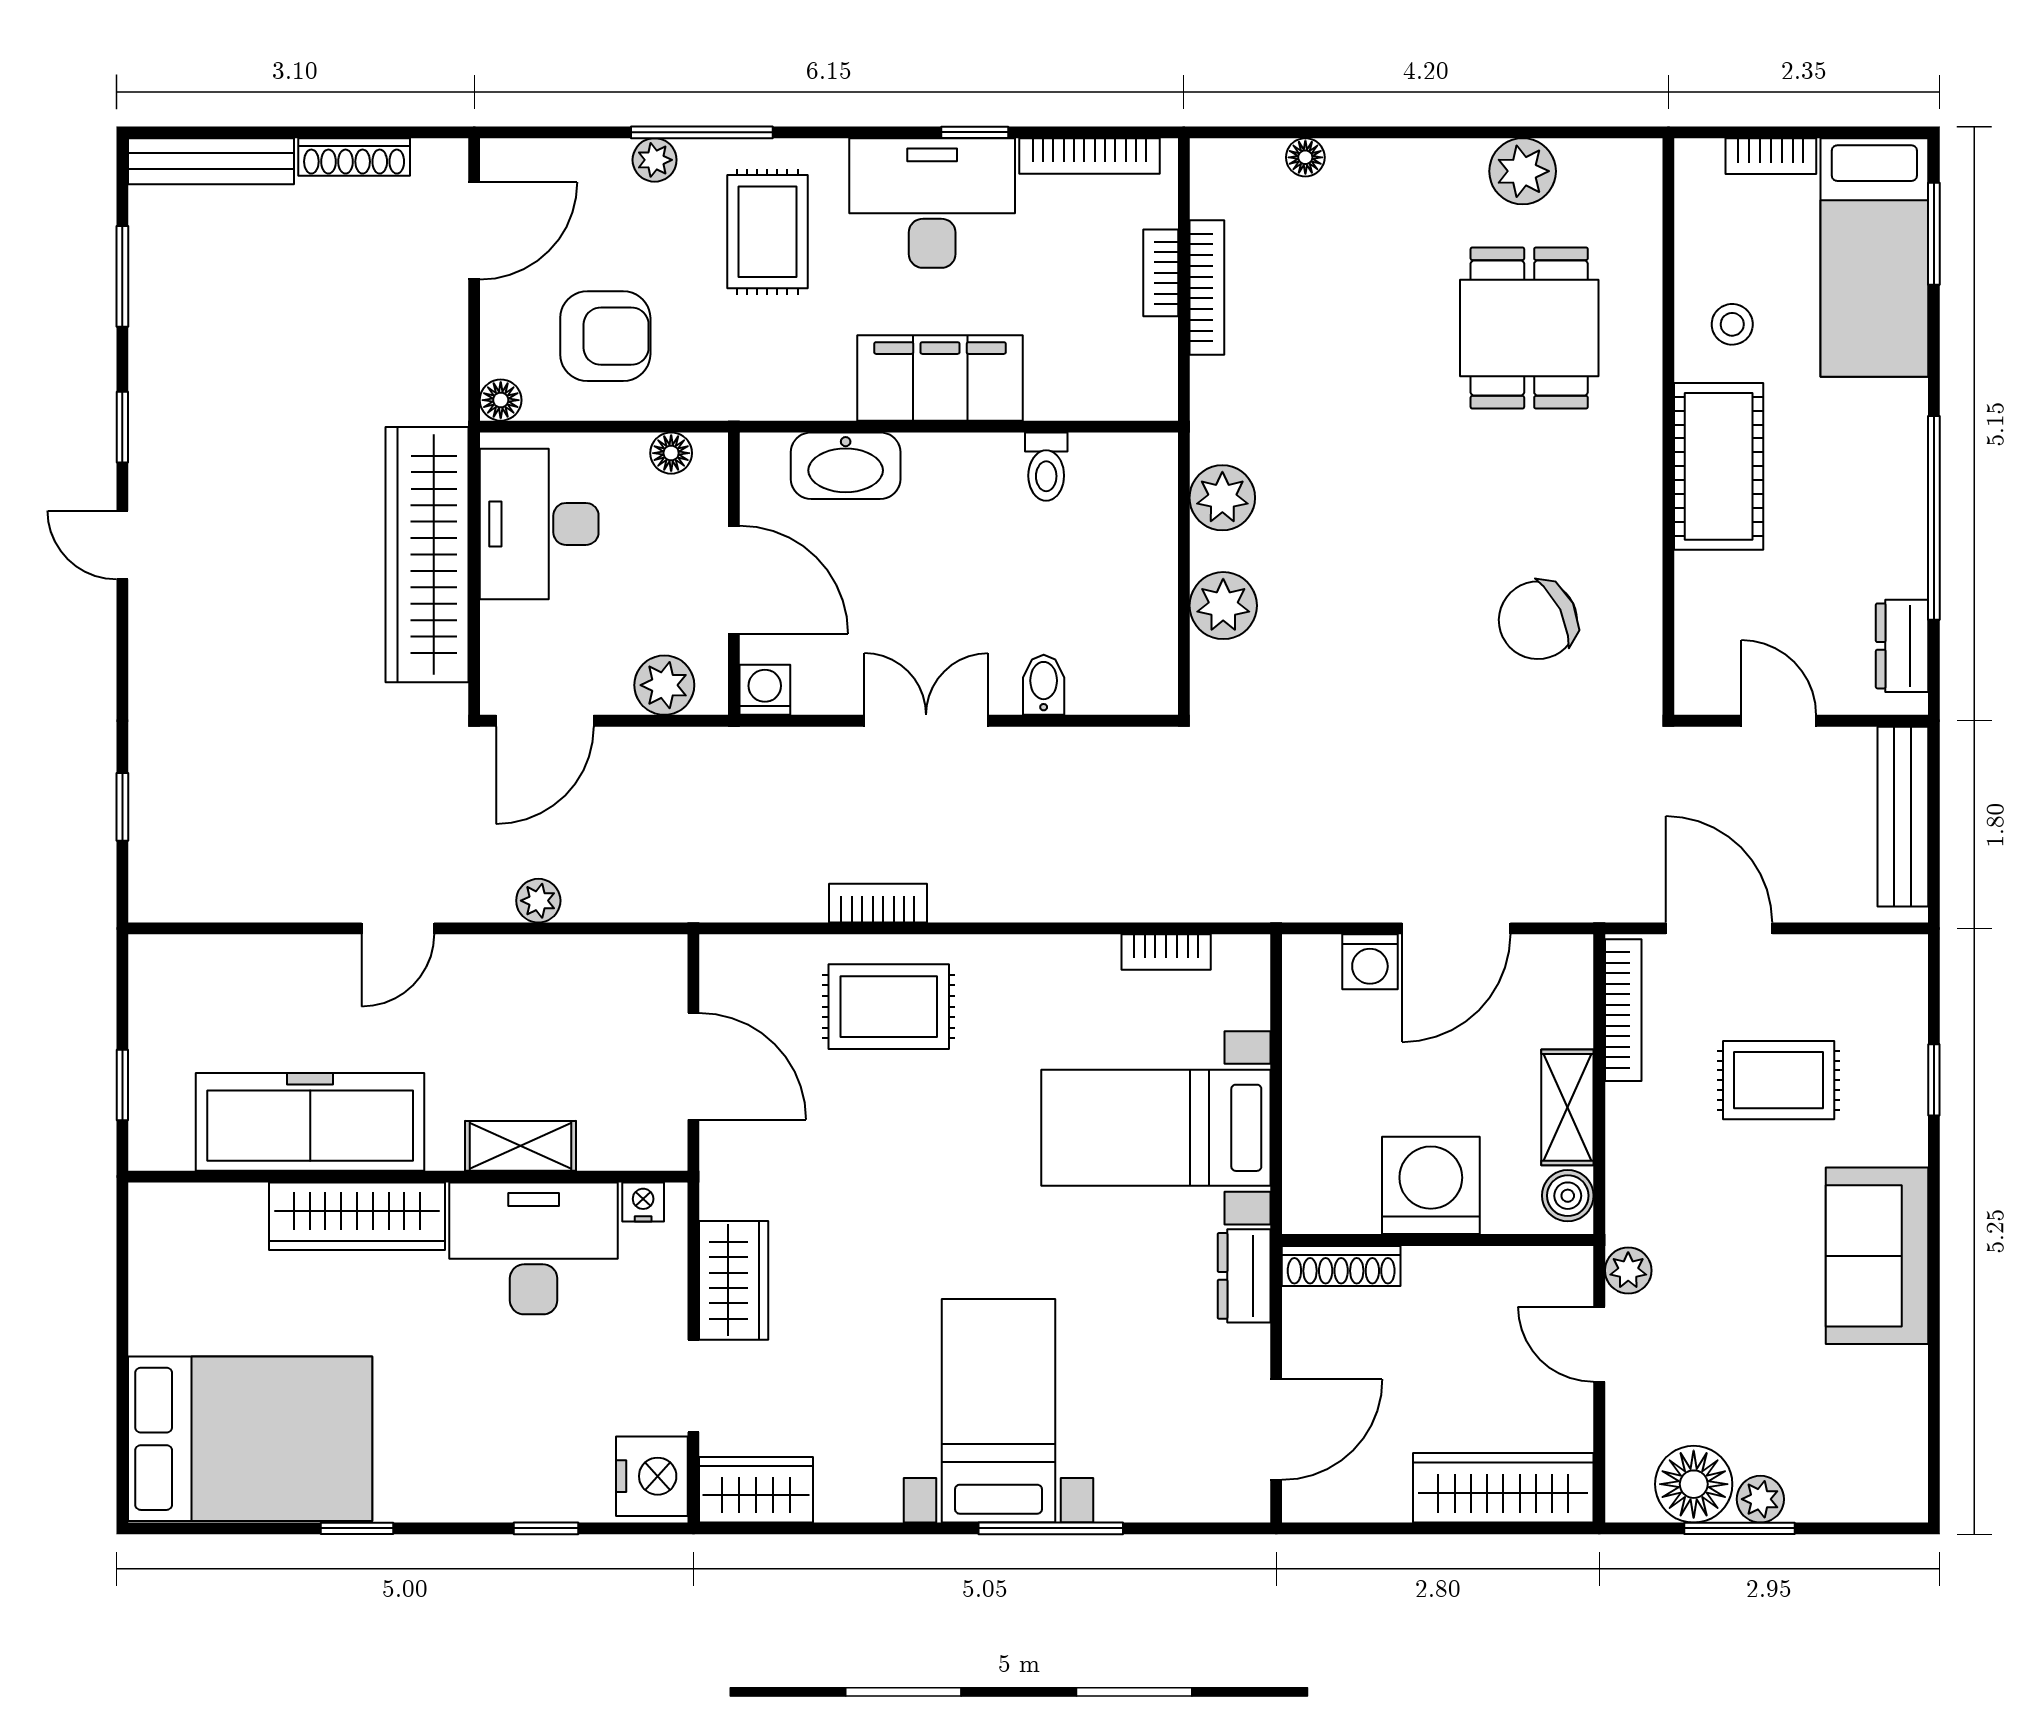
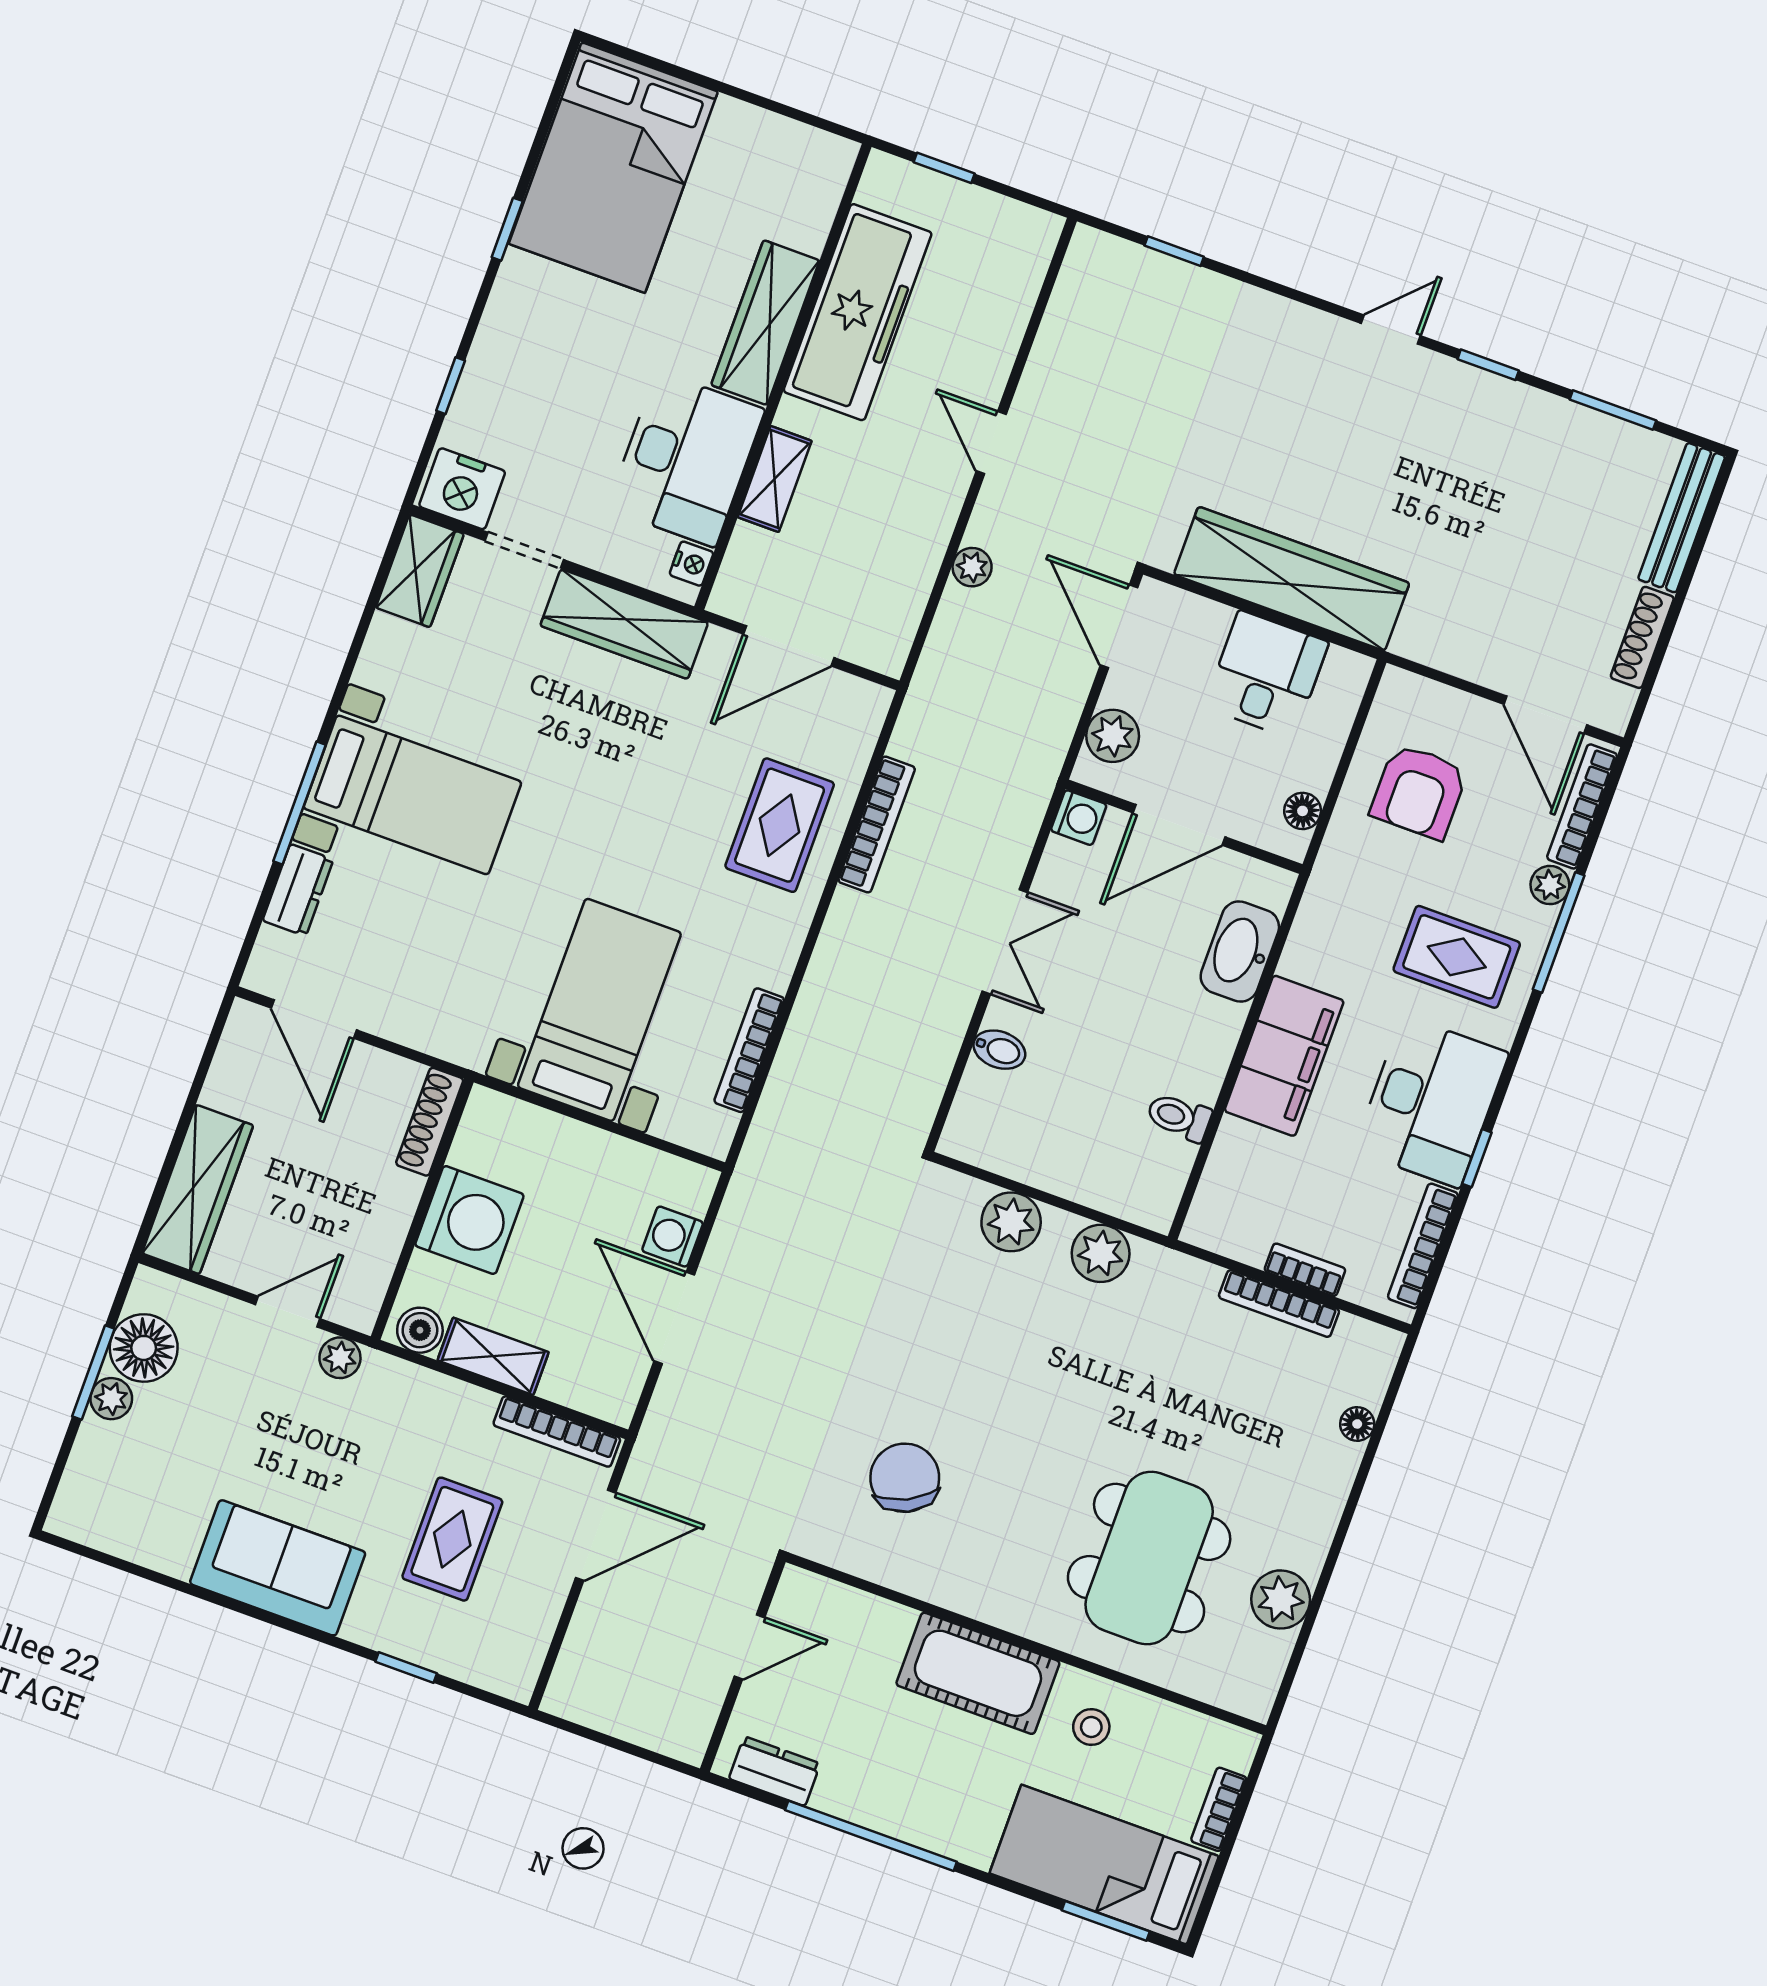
bookcase: (558, 156) -> (1582, 806), added
dining table: (1529, 328) -> (1149, 1558), width x1.37
floor lamp: (501, 400) -> (1397, 686), removed
desk: (539, 524) -> (1266, 675), width x0.73
bench: (1903, 817) -> (633, 1721), removed
bookcase: (878, 903) -> (877, 824), width x1.56
bookcase: (1166, 952) -> (749, 1050), width x1.56
dresser: (1244, 1276) -> (298, 890), moved, turned 90
wardrobe: (734, 1280) -> (624, 624), width x1.50

